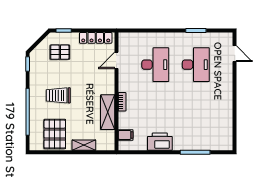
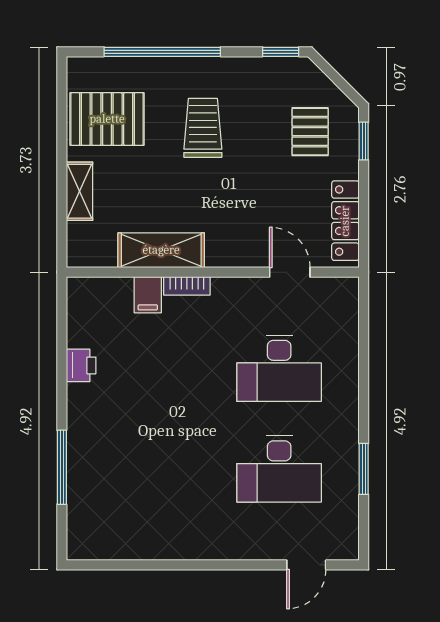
filing cabinet: (126, 135) -> (148, 295), moved
printer: (160, 142) -> (81, 365), width x0.53, depth x0.68

